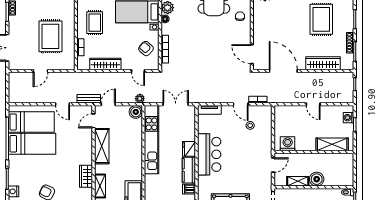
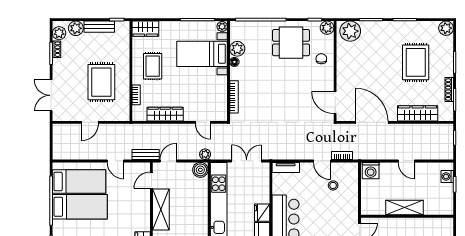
armchair: (146, 49) -> (212, 96), removed
washing machine: (288, 144) -> (371, 171), moved, turned 180
shelving: (332, 144) -> (405, 207), moved

